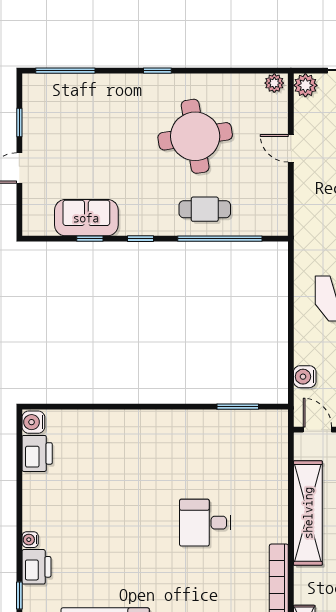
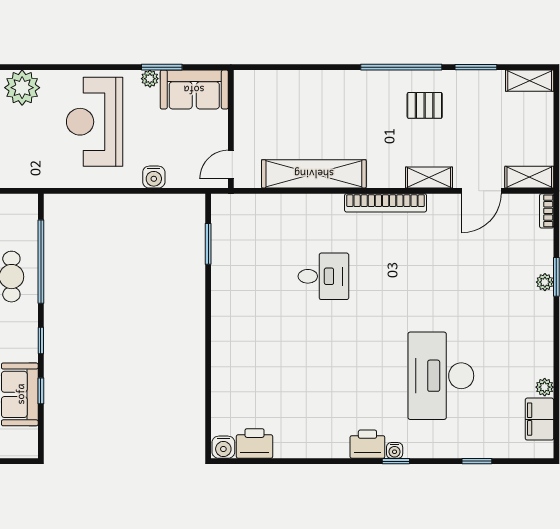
water cooler: (305, 377) -> (154, 177), moved
desk: (205, 523) -> (323, 276), turned -90
water cooler: (30, 540) -> (395, 450), moved

